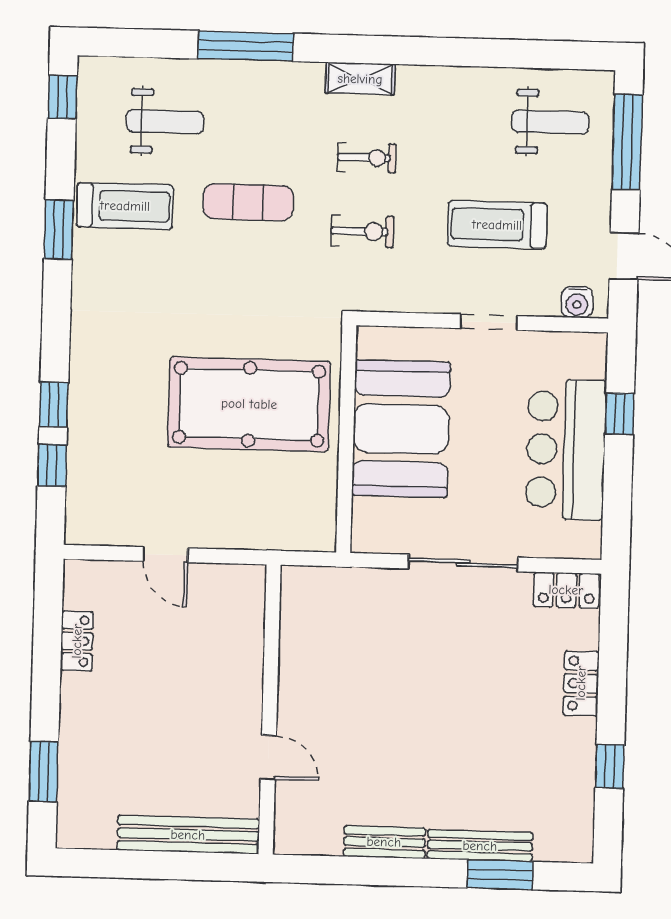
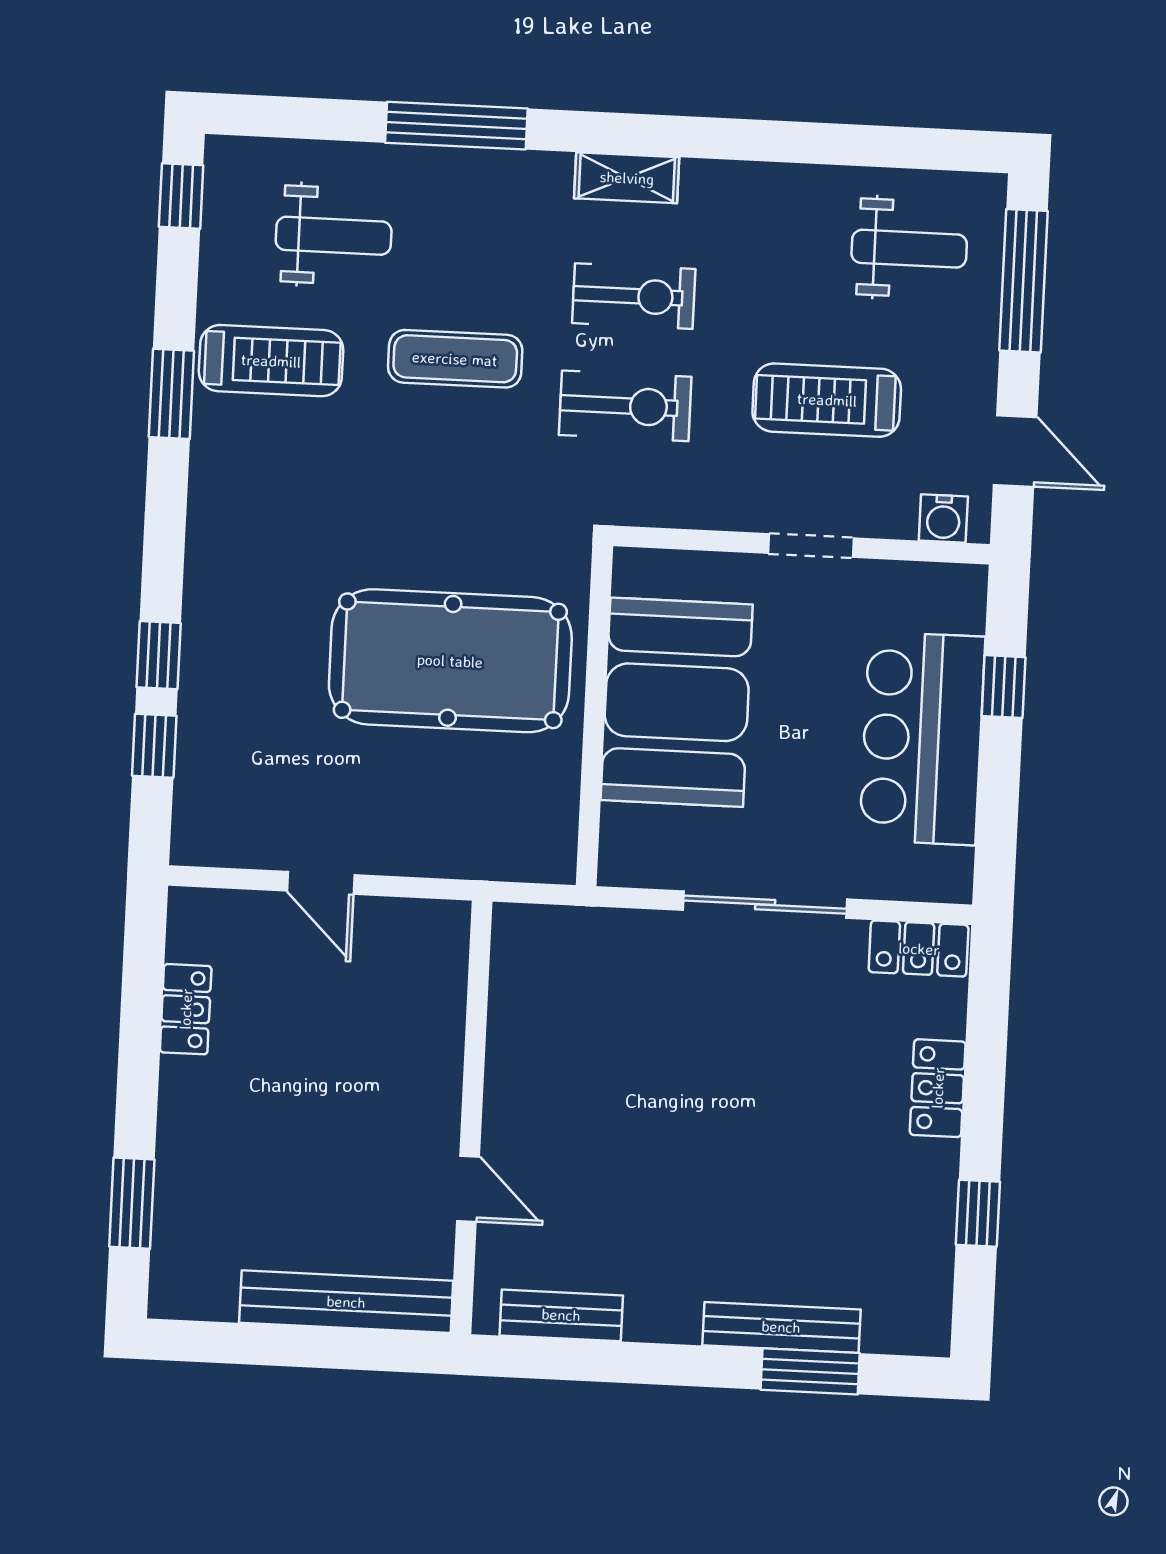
exercise bike: (367, 158) -> (634, 296), width x1.38, depth x1.39
exercise bike: (362, 231) -> (625, 406), width x1.38, depth x1.39
bench: (384, 842) -> (561, 1315), moved

